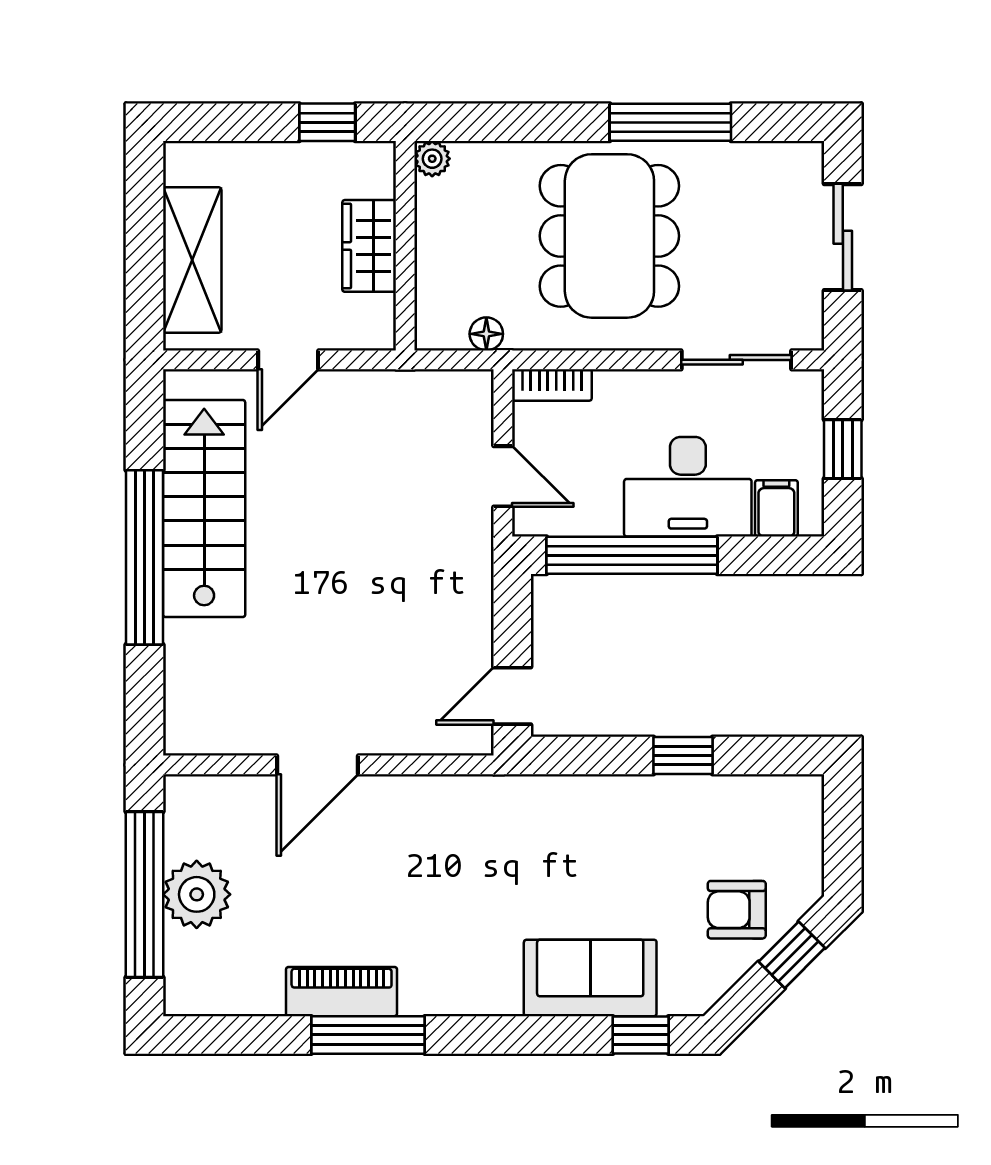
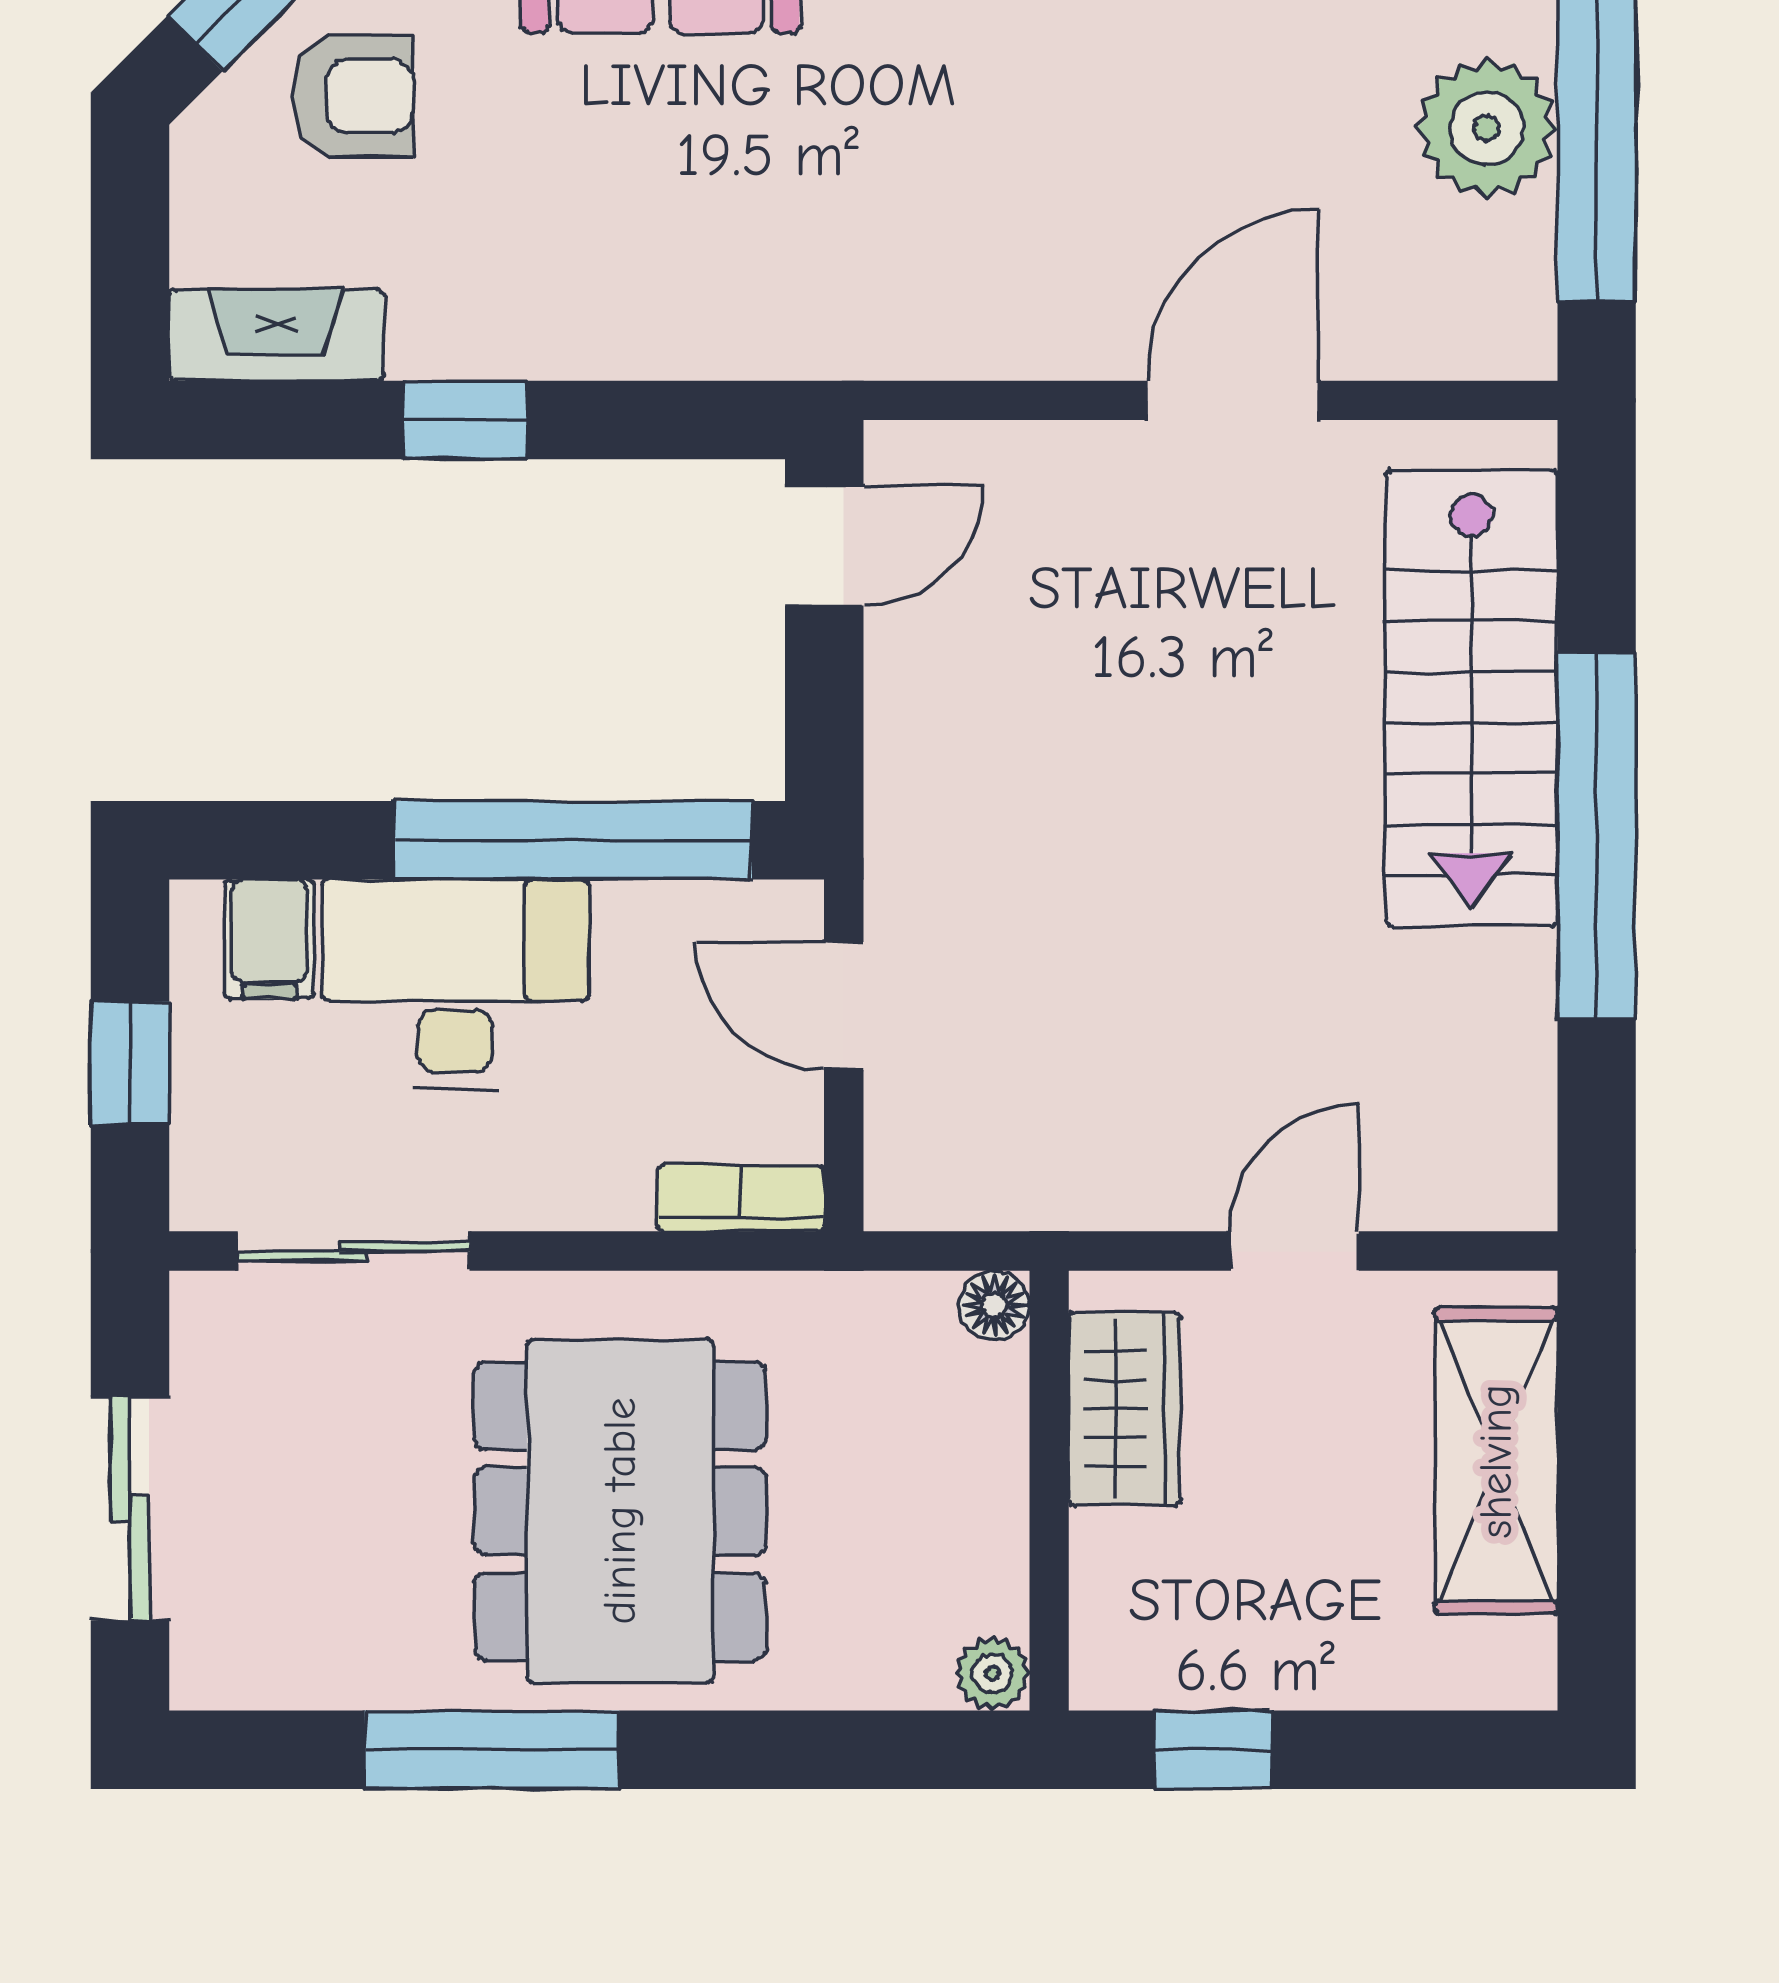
wardrobe: (369, 246) -> (1125, 1408), moved
floor lamp: (486, 334) -> (995, 1305), moved
stairs: (204, 509) -> (1471, 698), moved
fireplace: (773, 796) -> (276, 335), added

